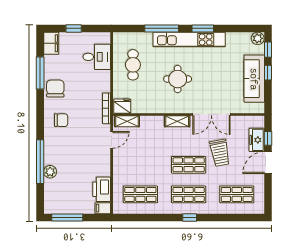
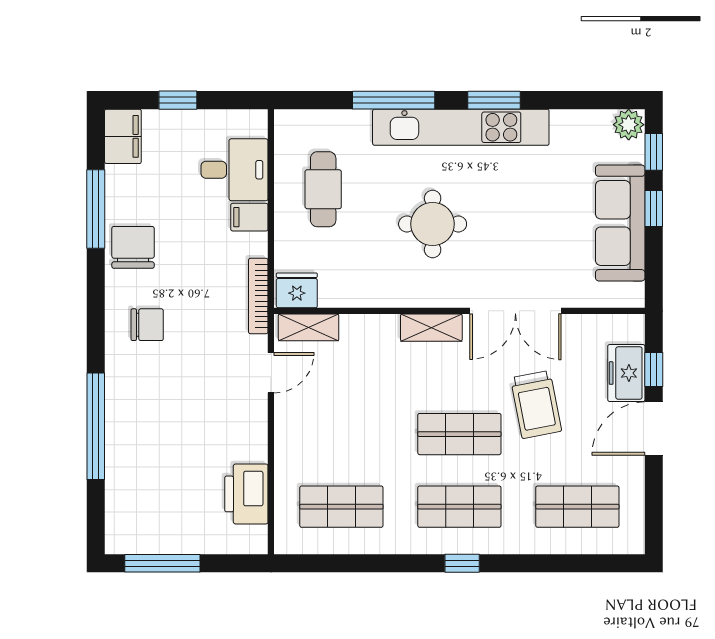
plant: (50, 172) -> (120, 451), removed
filing cabinet: (103, 208) -> (249, 217), moved

